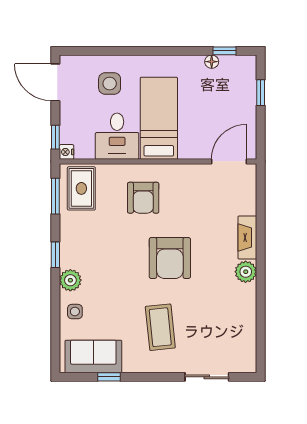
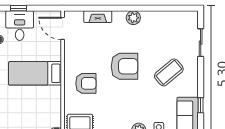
side table: (110, 84) -> (13, 105), removed
desk: (117, 136) -> (20, 26), moved, turned -90
fireplace: (247, 238) -> (98, 17), moved
coffee table: (160, 327) -> (169, 72), turned -34

